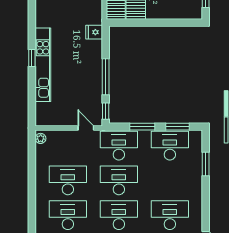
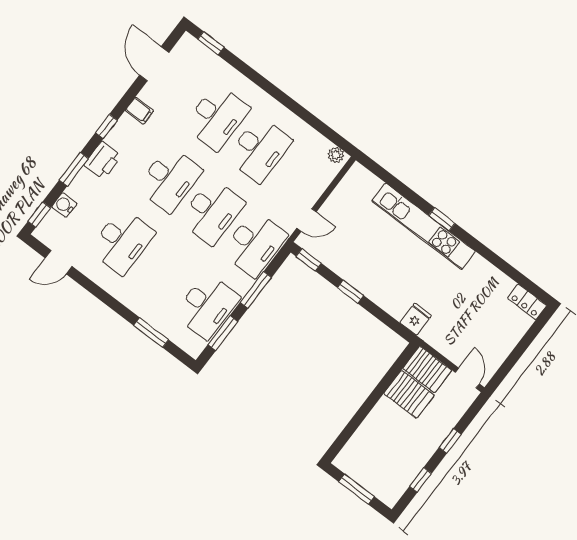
window: (106, 77) -> (350, 292), width x0.46

